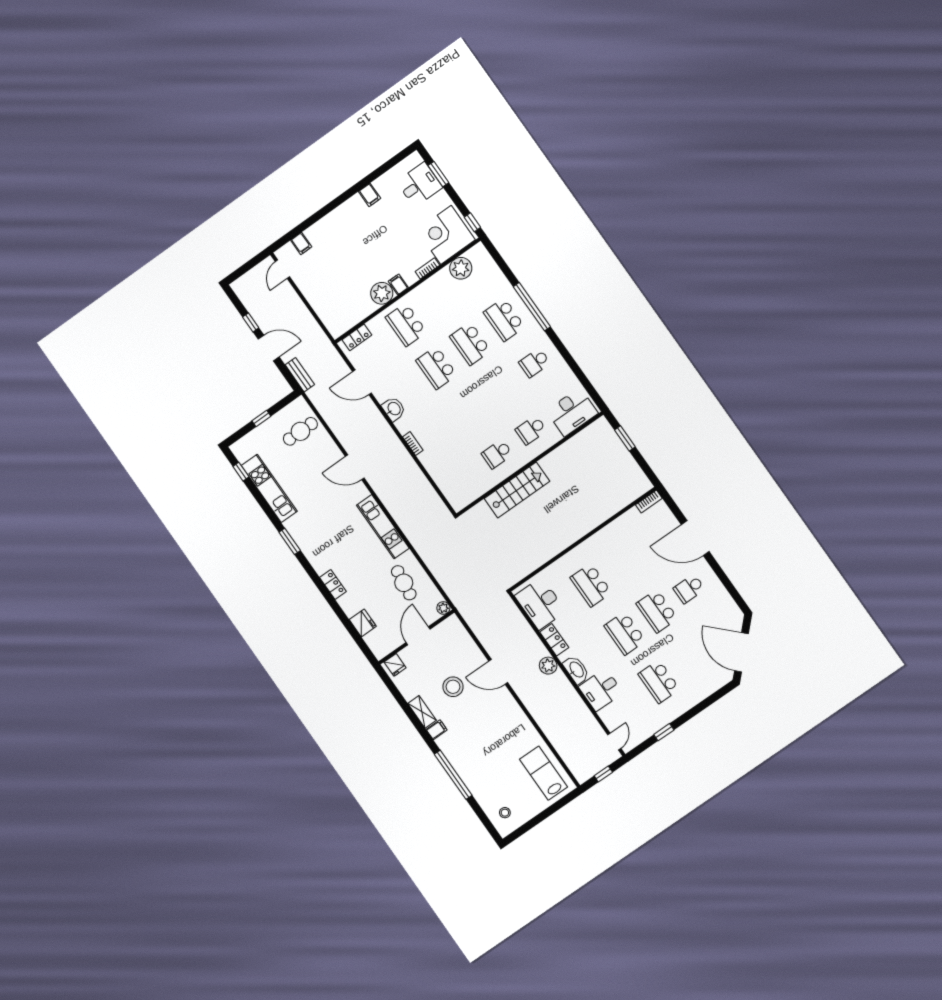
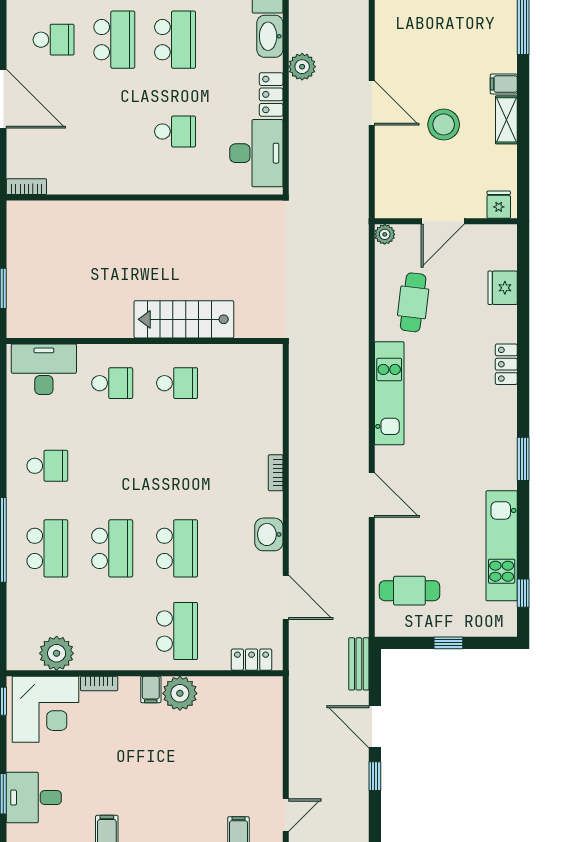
school desk: (591, 585) -> (175, 131), width x0.54

